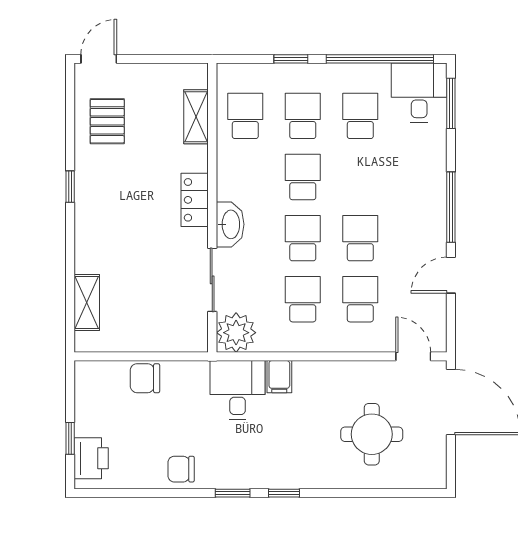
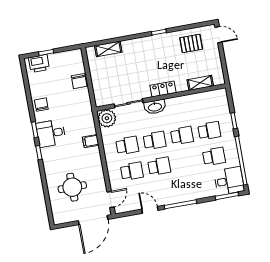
school desk: (245, 116) -> (205, 105), removed
chair: (145, 378) -> (79, 81), turned 180
desk: (238, 390) -> (51, 133), moved, turned 180

